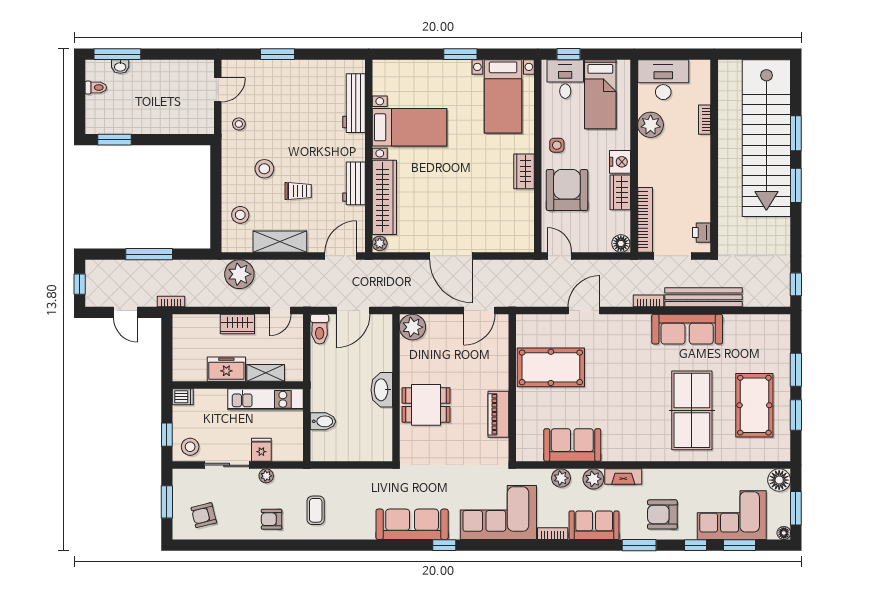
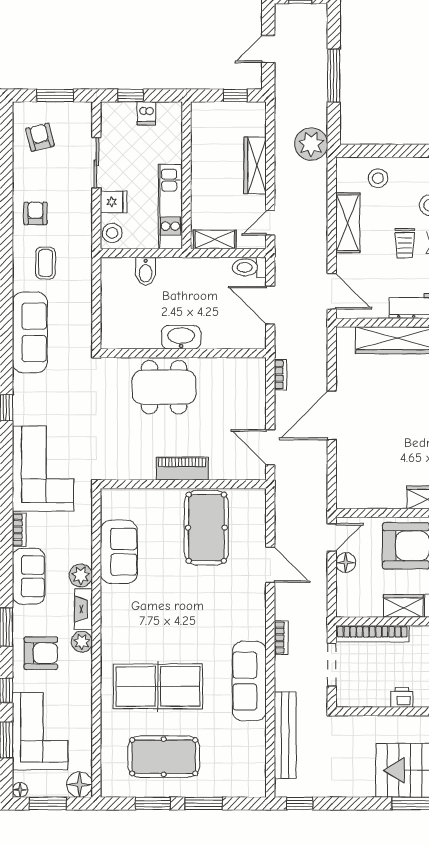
printer: (702, 233) -> (402, 697), moved
plant: (380, 243) -> (346, 335), removed
floor lamp: (621, 243) -> (346, 563), moved
plant: (239, 274) -> (311, 144), moved
bench: (704, 297) -> (285, 735), moved
bookcase: (171, 301) -> (280, 375), moved
door: (280, 311) -> (270, 223), hinge flipped
wardrobe: (237, 324) -> (255, 165), width x1.50
plant: (413, 327) -> (252, 372), removed
window: (167, 342) -> (235, 96), added
freezer: (226, 369) -> (204, 163), removed
shelving: (266, 373) -> (215, 239), moved, turned 90
dishwasher: (183, 397) -> (146, 113), moved
dining table: (426, 405) -> (164, 387), width x1.38
piano: (498, 414) -> (182, 469), moved
stool: (190, 447) -> (112, 233), moved
plant: (266, 476) -> (84, 207), removed
plant: (561, 478) -> (82, 642), moved
coffee table: (316, 510) -> (45, 263), turned 90
armchair: (662, 514) -> (41, 653), turned 90
sofa: (412, 524) -> (30, 332), moved

